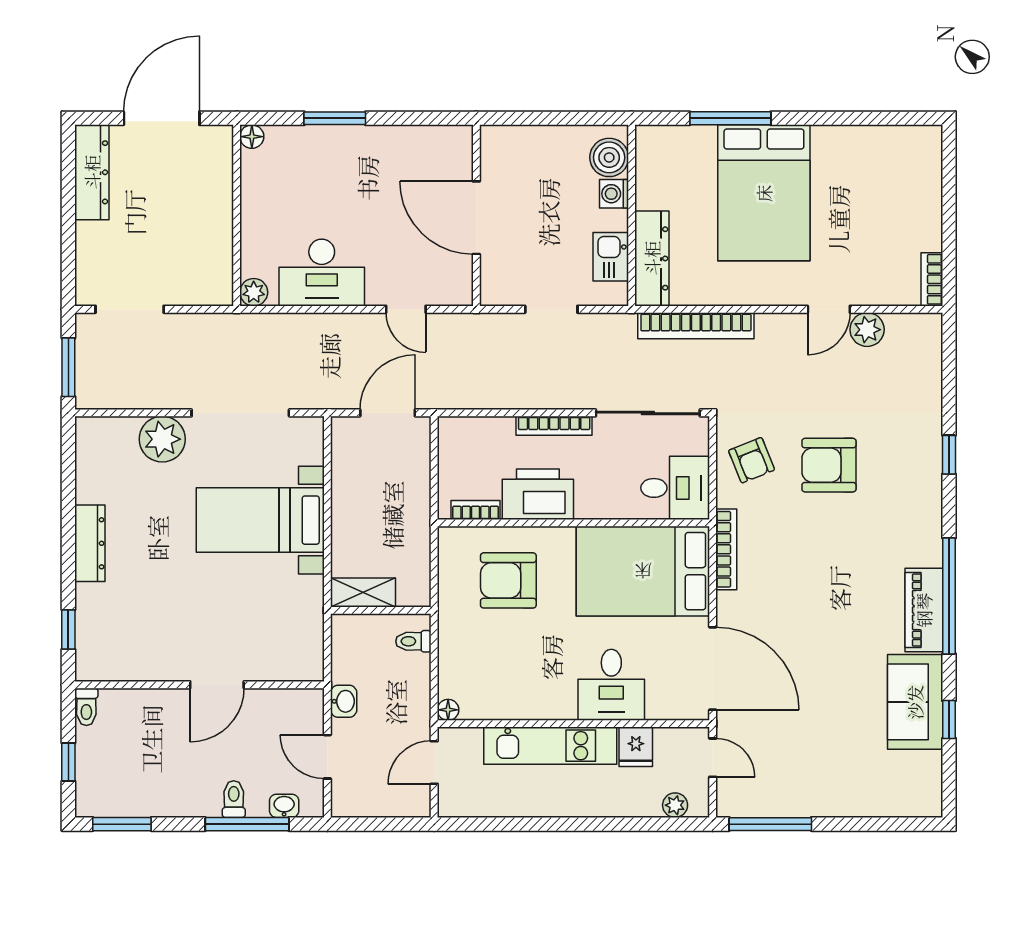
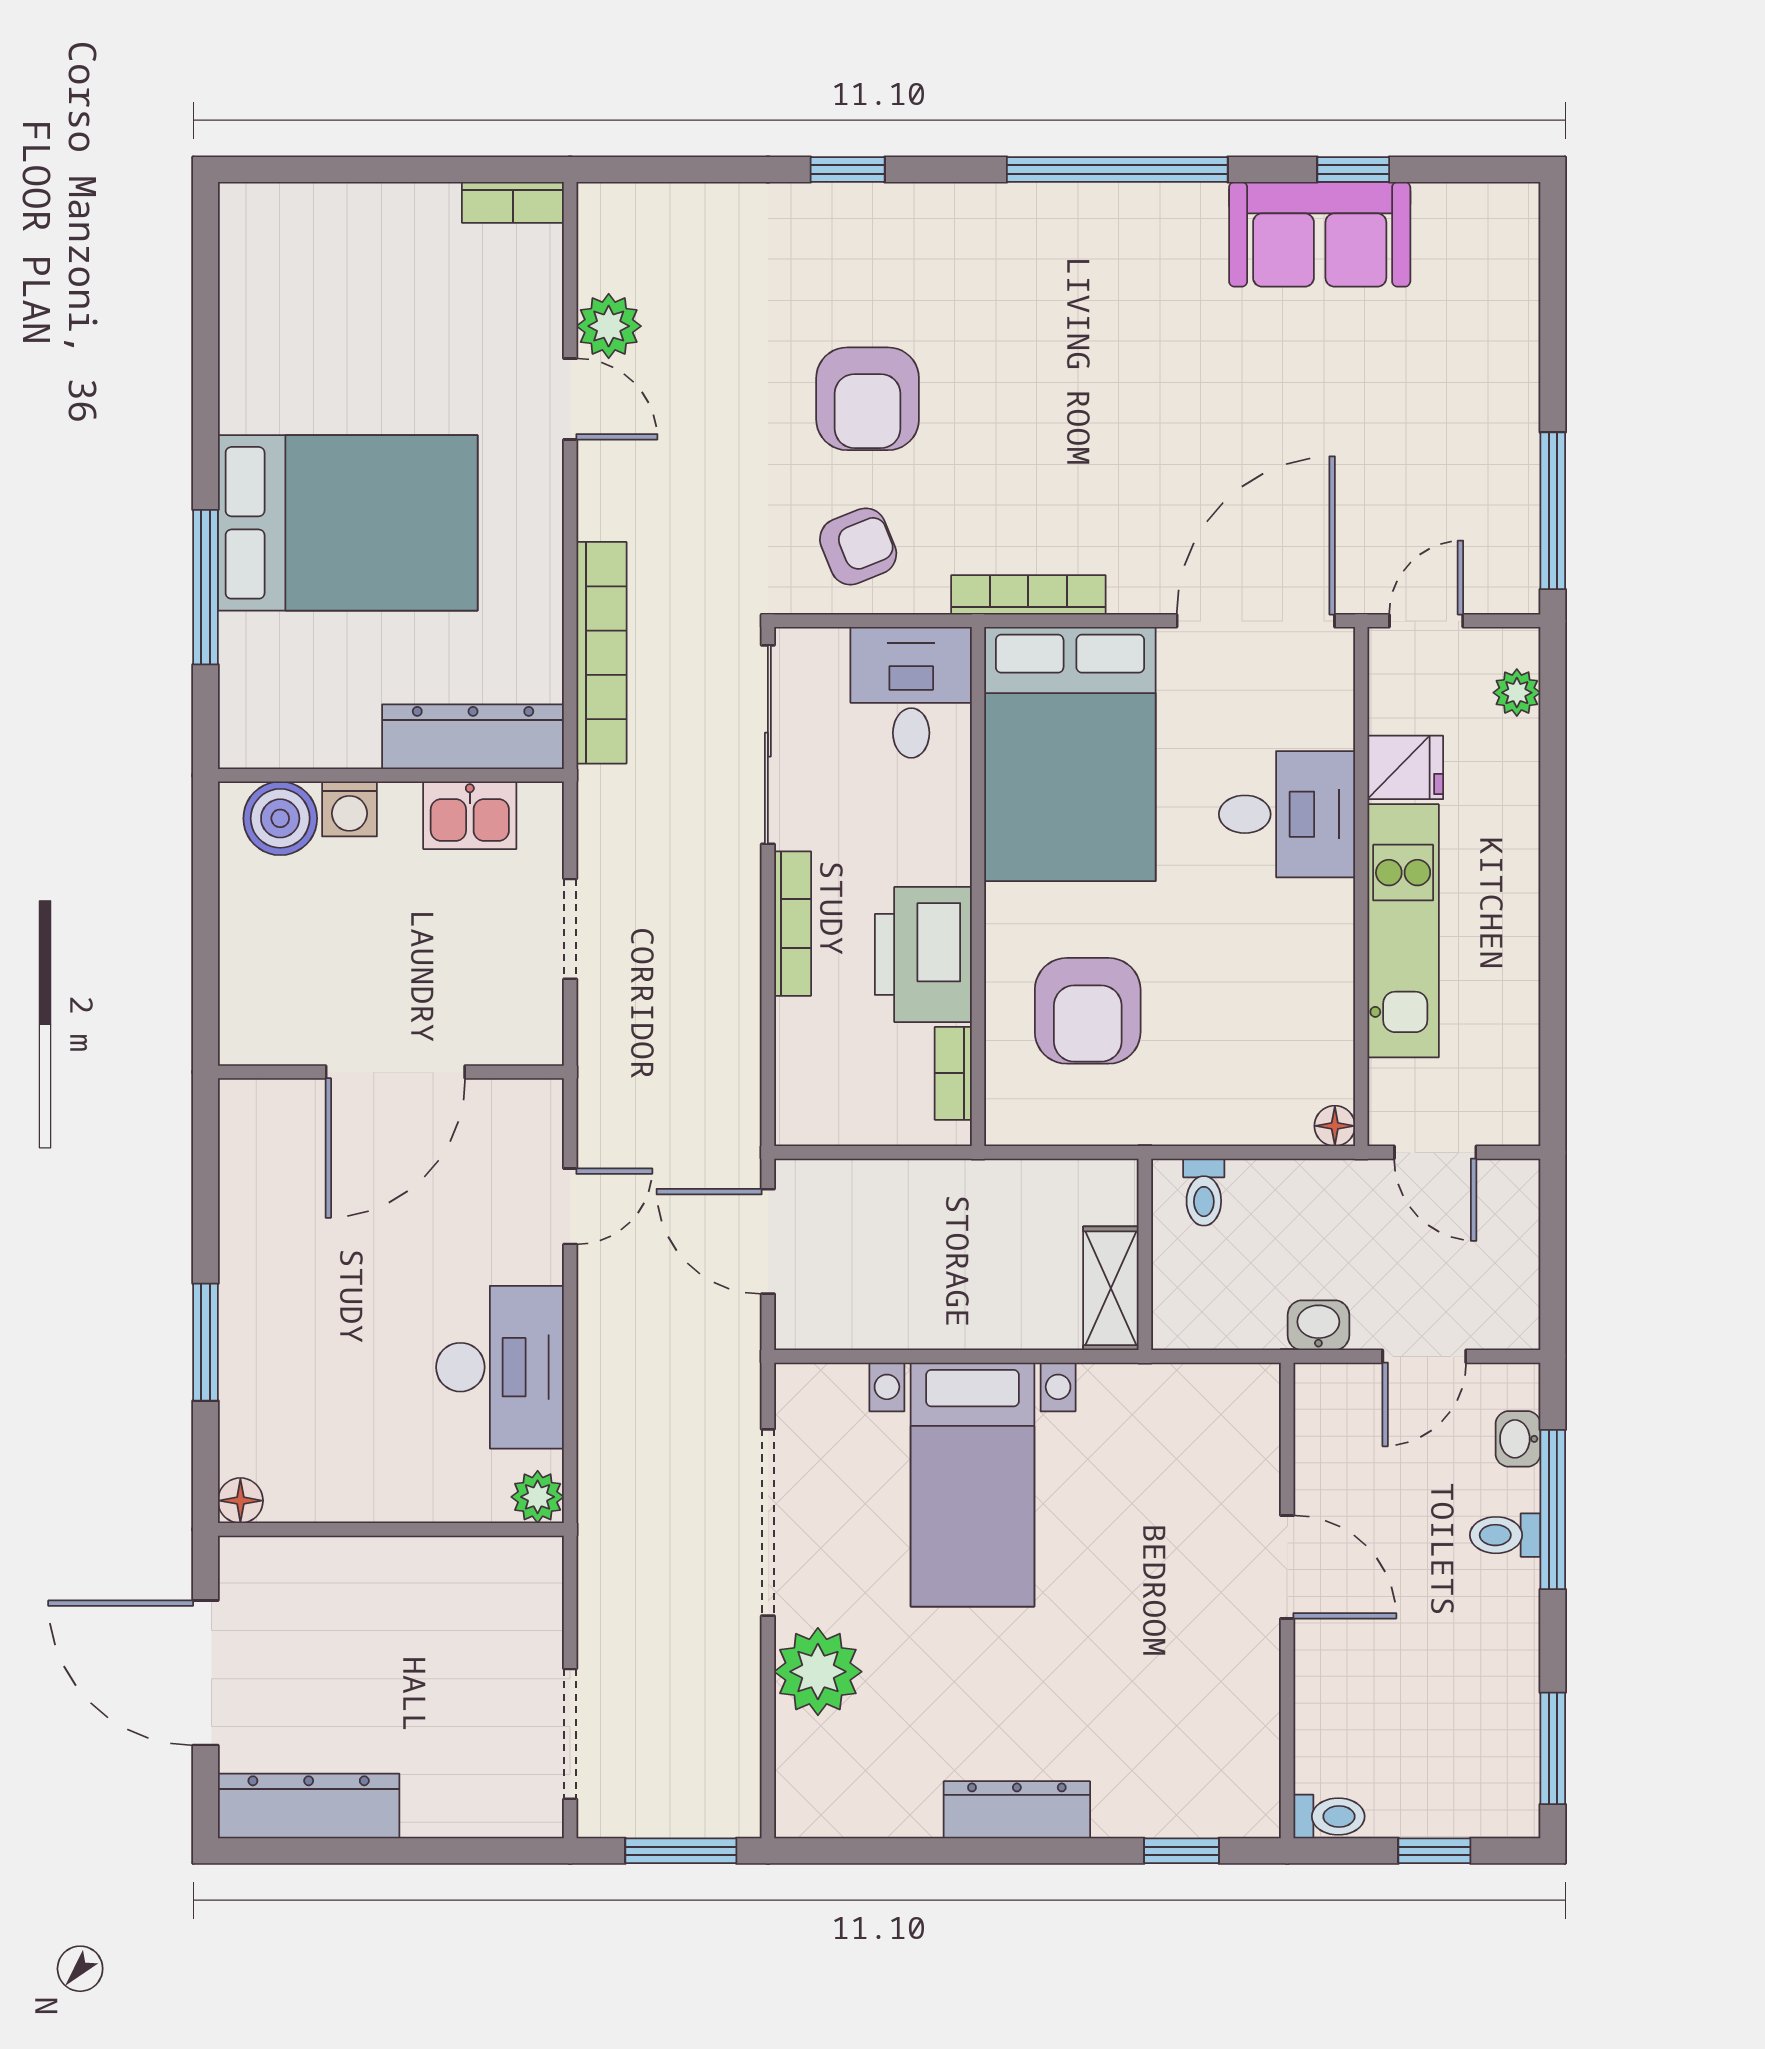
piano: (924, 610) -> (1144, 218), removed

